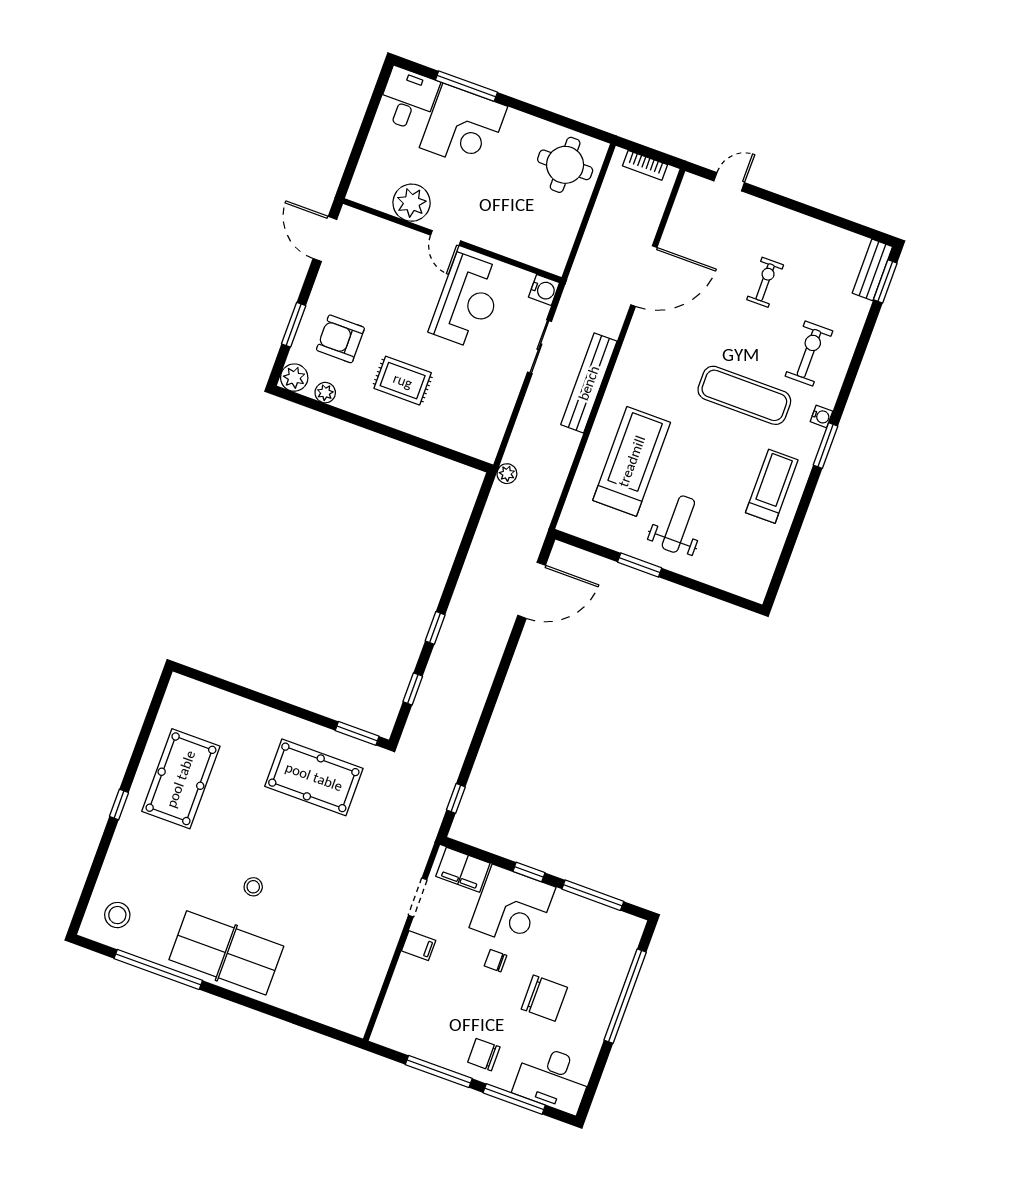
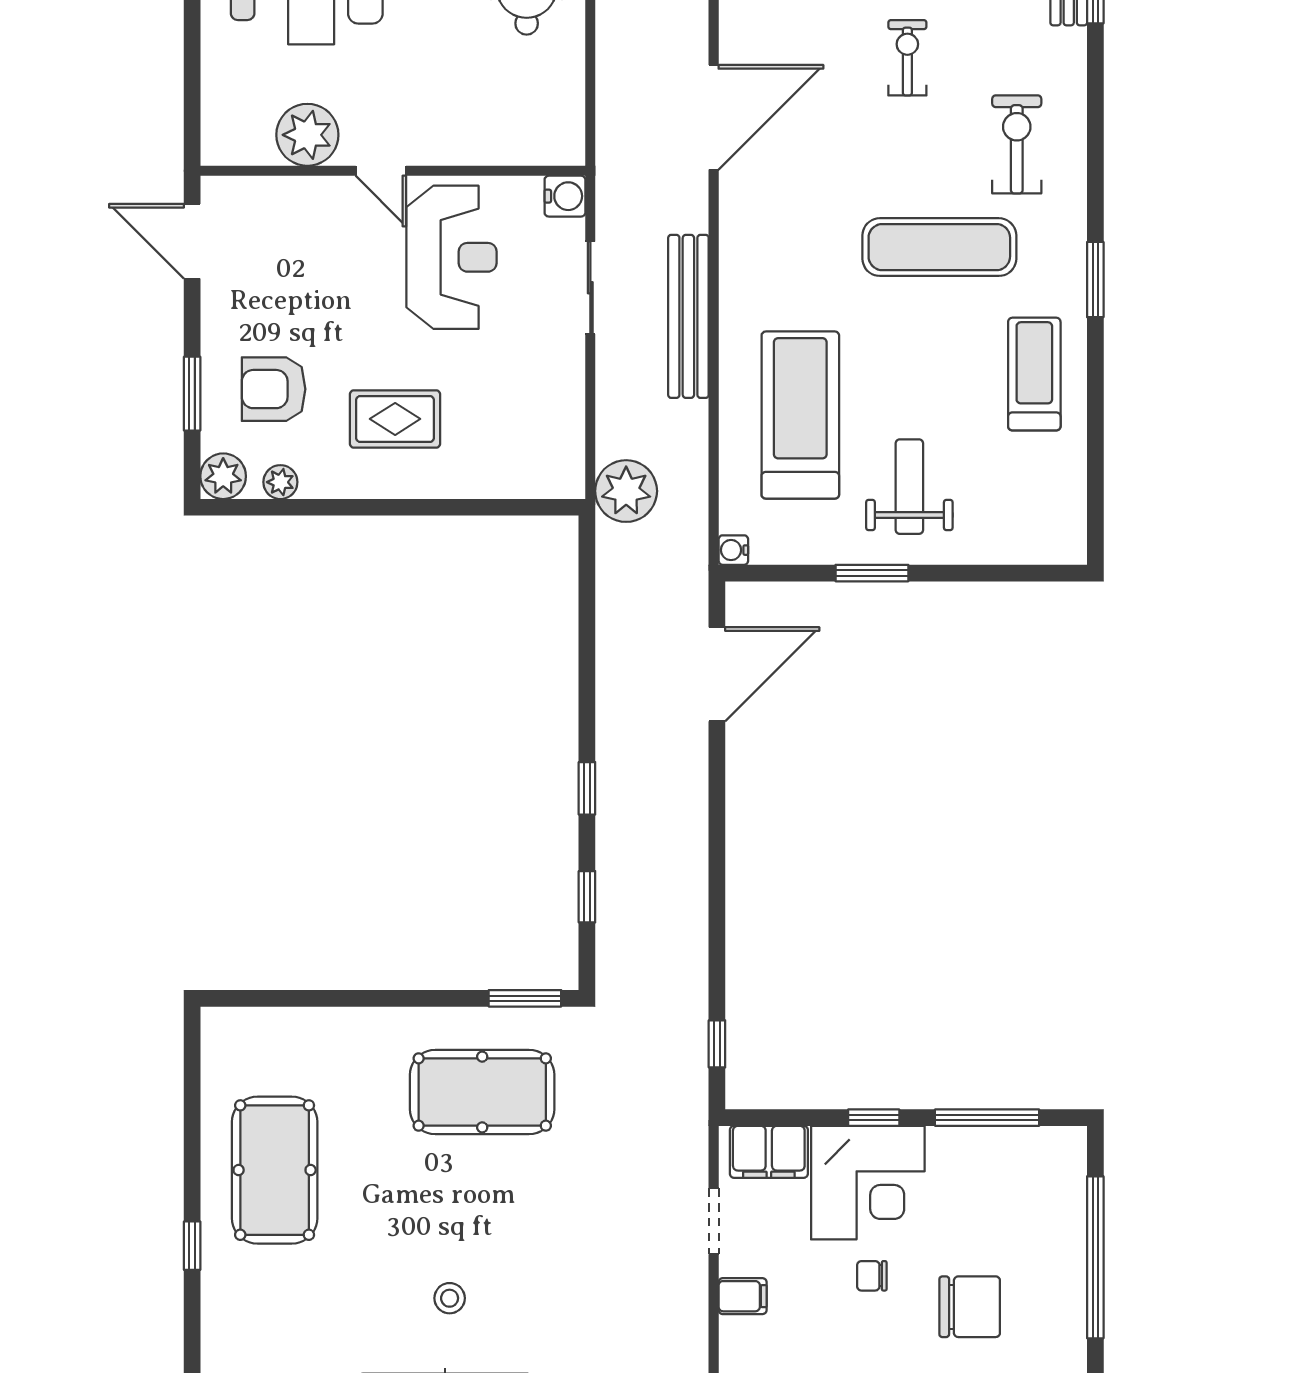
water cooler: (821, 416) -> (733, 550), moved, turned 180
plant: (507, 474) -> (626, 491), width x1.88, depth x1.88

